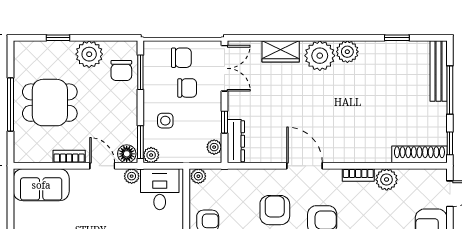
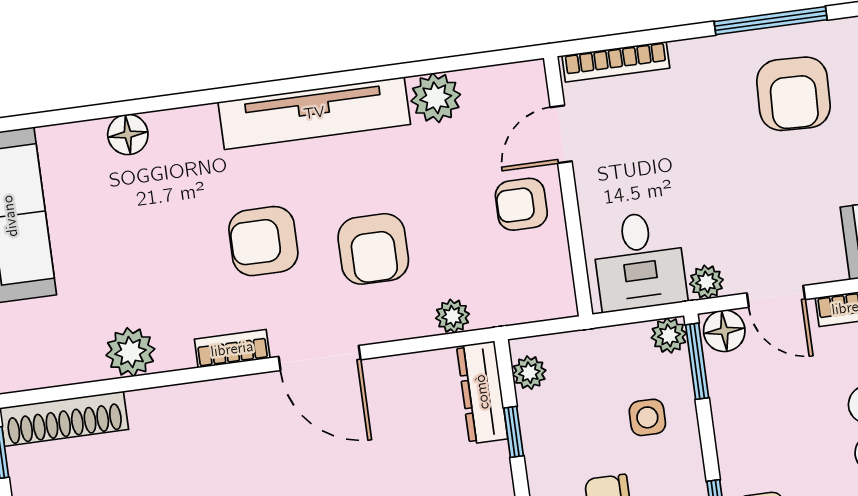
bookcase: (358, 175) -> (232, 349), moved
plant: (198, 176) -> (453, 316), moved

